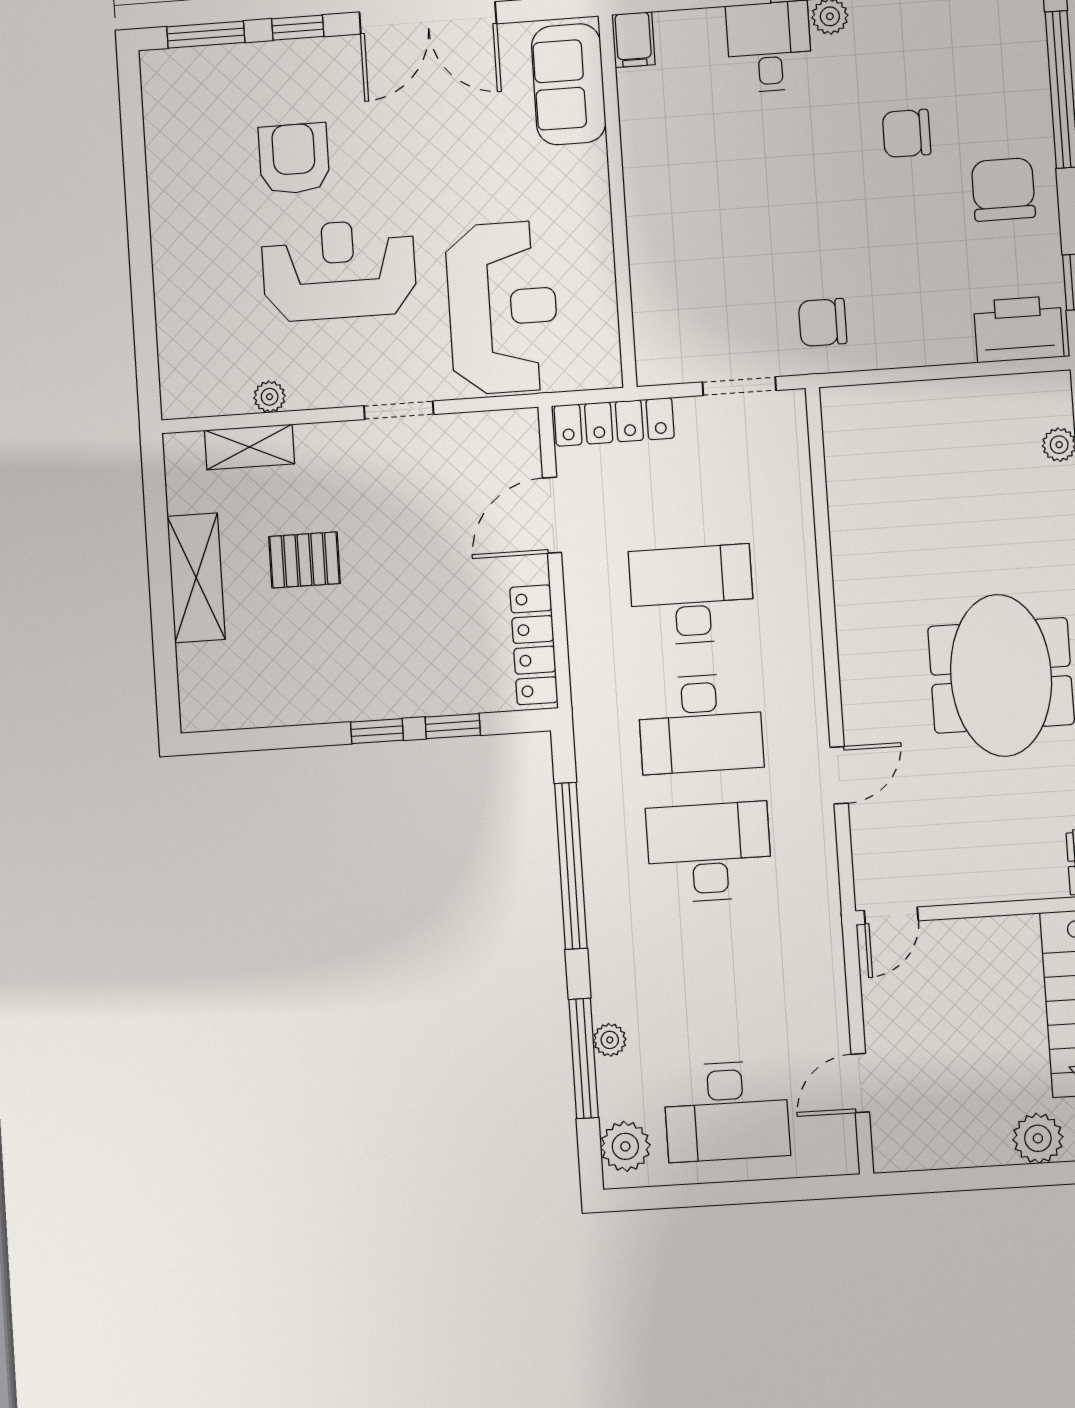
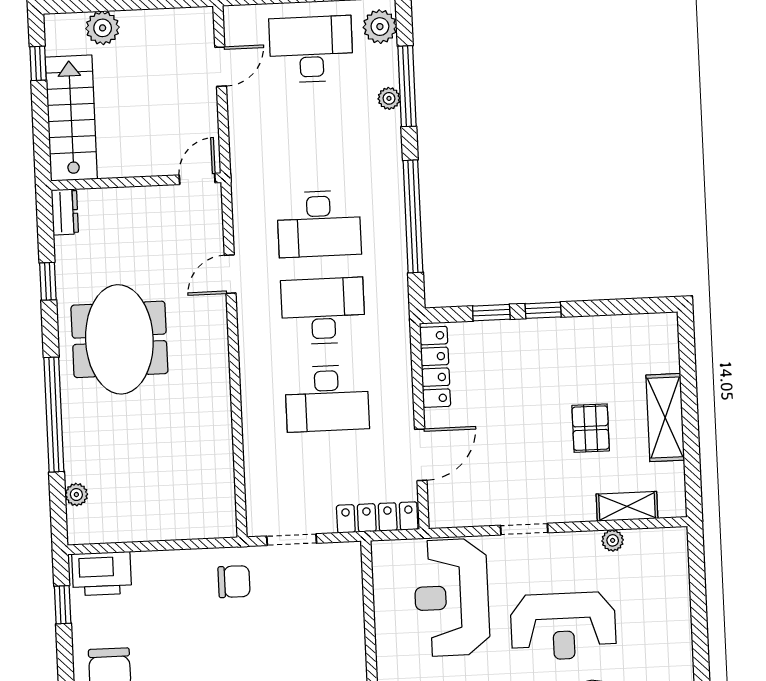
pallet: (304, 560) -> (591, 428), turned 90

